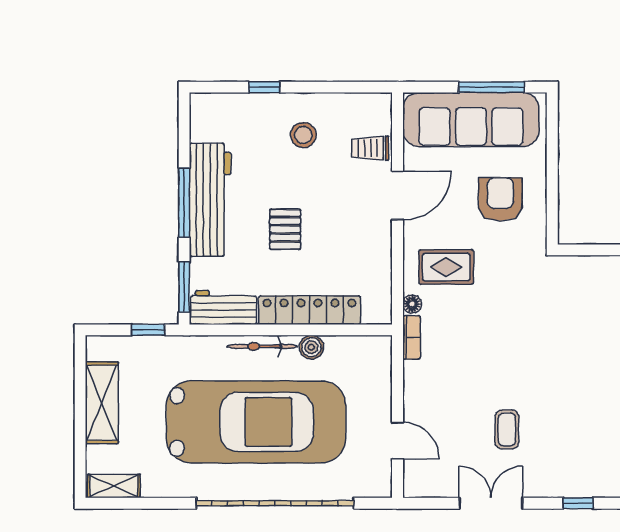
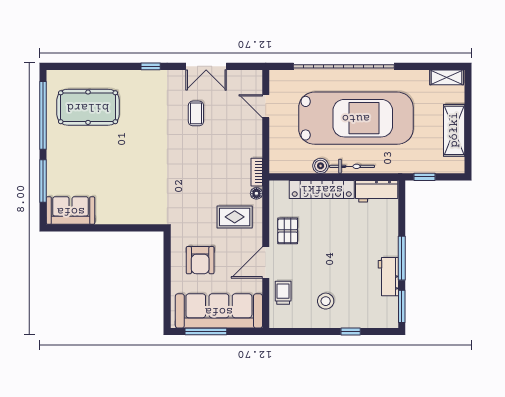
trolley: (370, 148) -> (283, 293), turned -90
workbench: (210, 200) -> (388, 277), width x0.53, depth x0.76
pallet: (285, 229) -> (288, 231), moved
window: (184, 287) -> (402, 306), moved
car: (256, 422) -> (356, 118), turned 180

